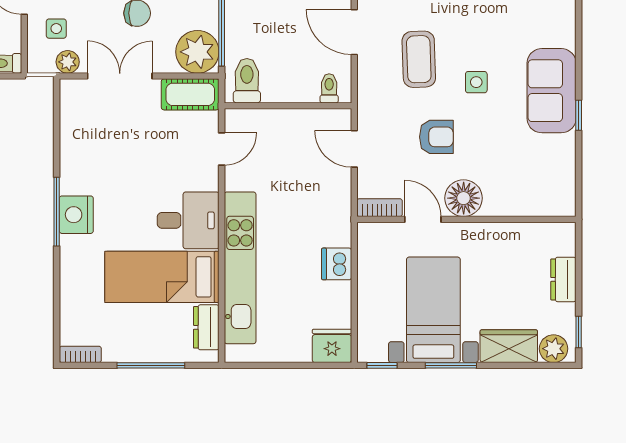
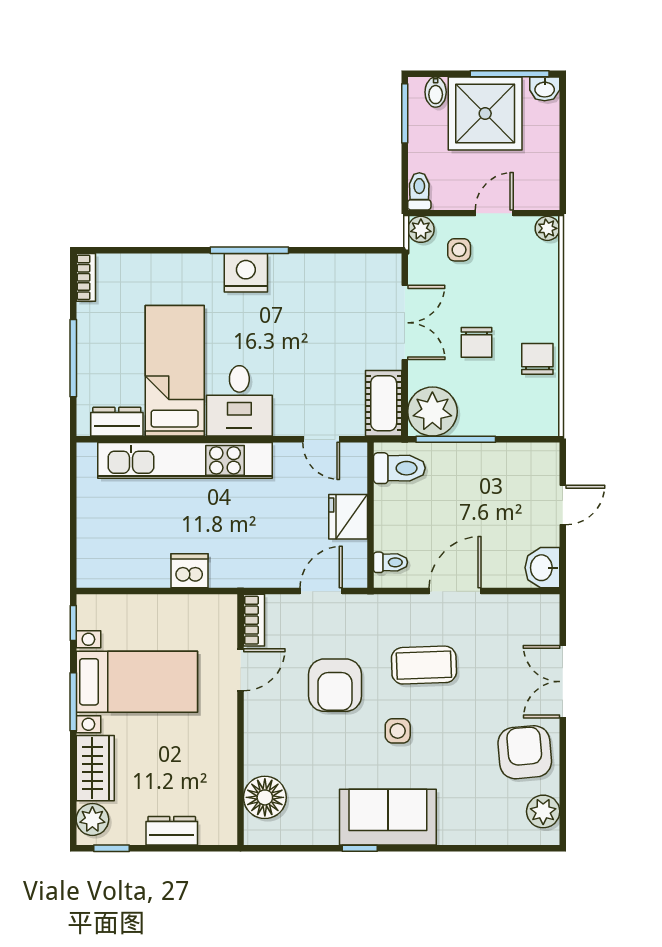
plant: (68, 62) -> (421, 229), moved
armchair: (436, 137) -> (335, 685), width x1.38, depth x1.38
floor lamp: (464, 198) -> (265, 797), moved
fridge: (332, 346) -> (348, 517), moved, turned 180

